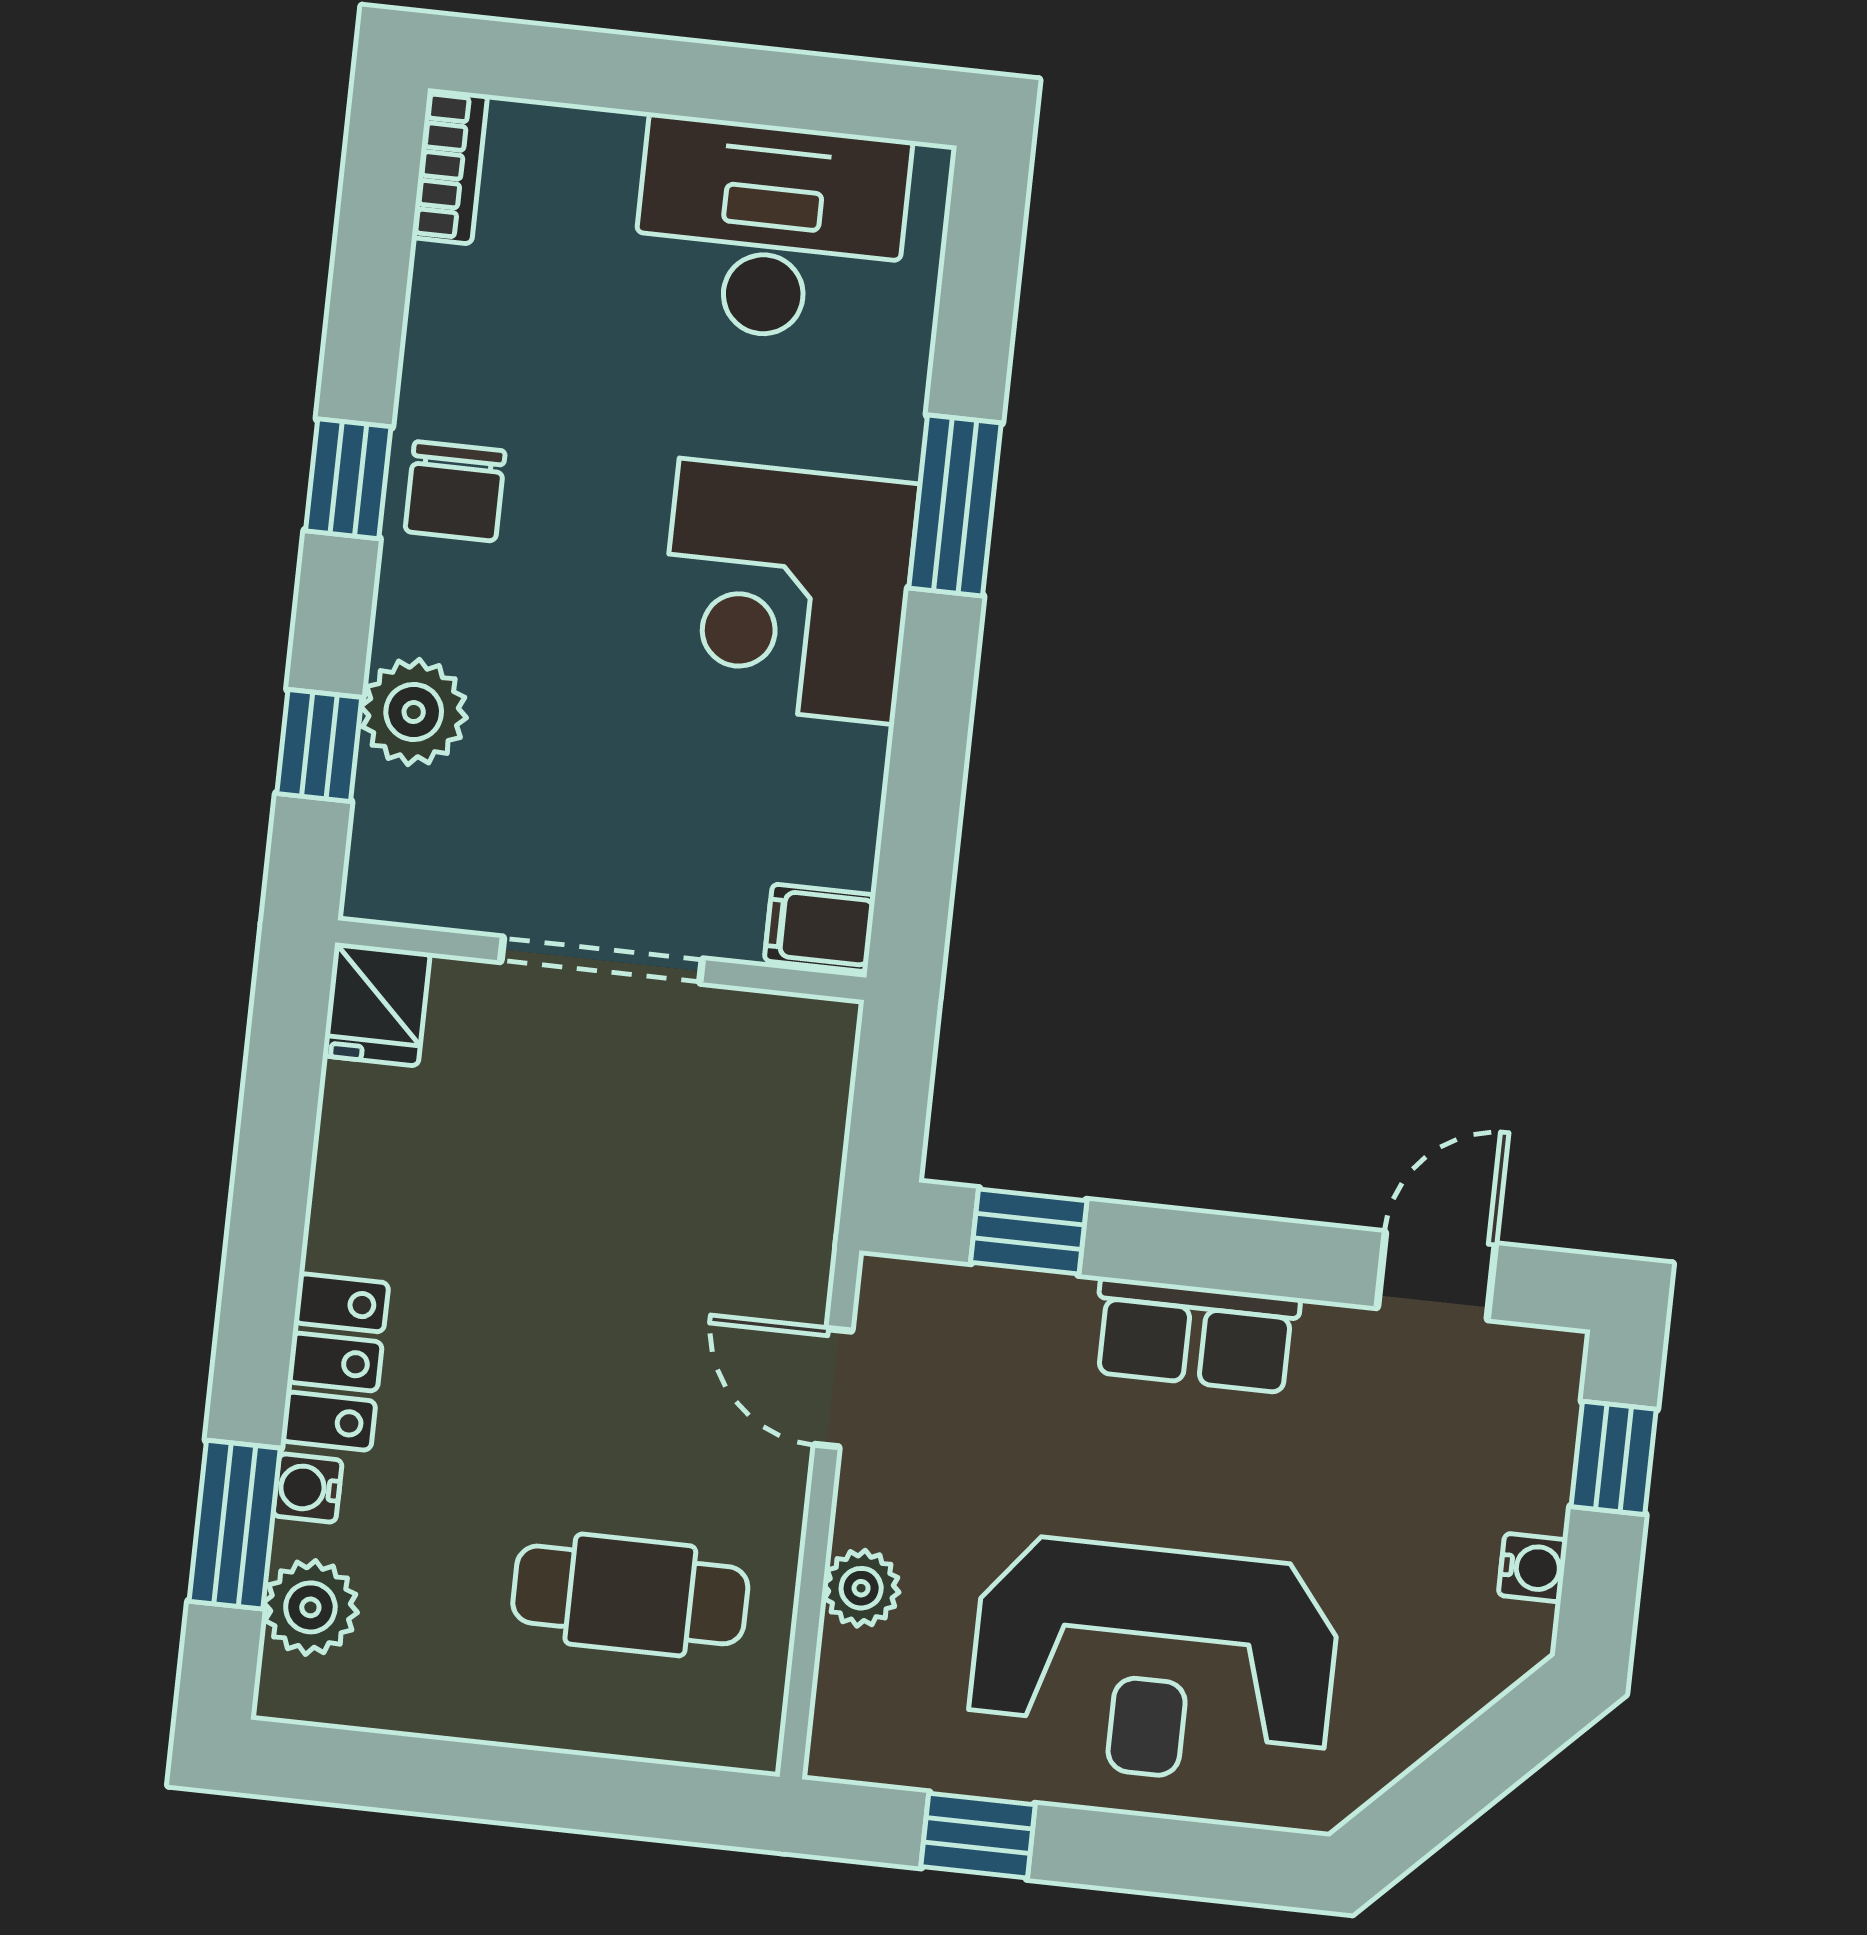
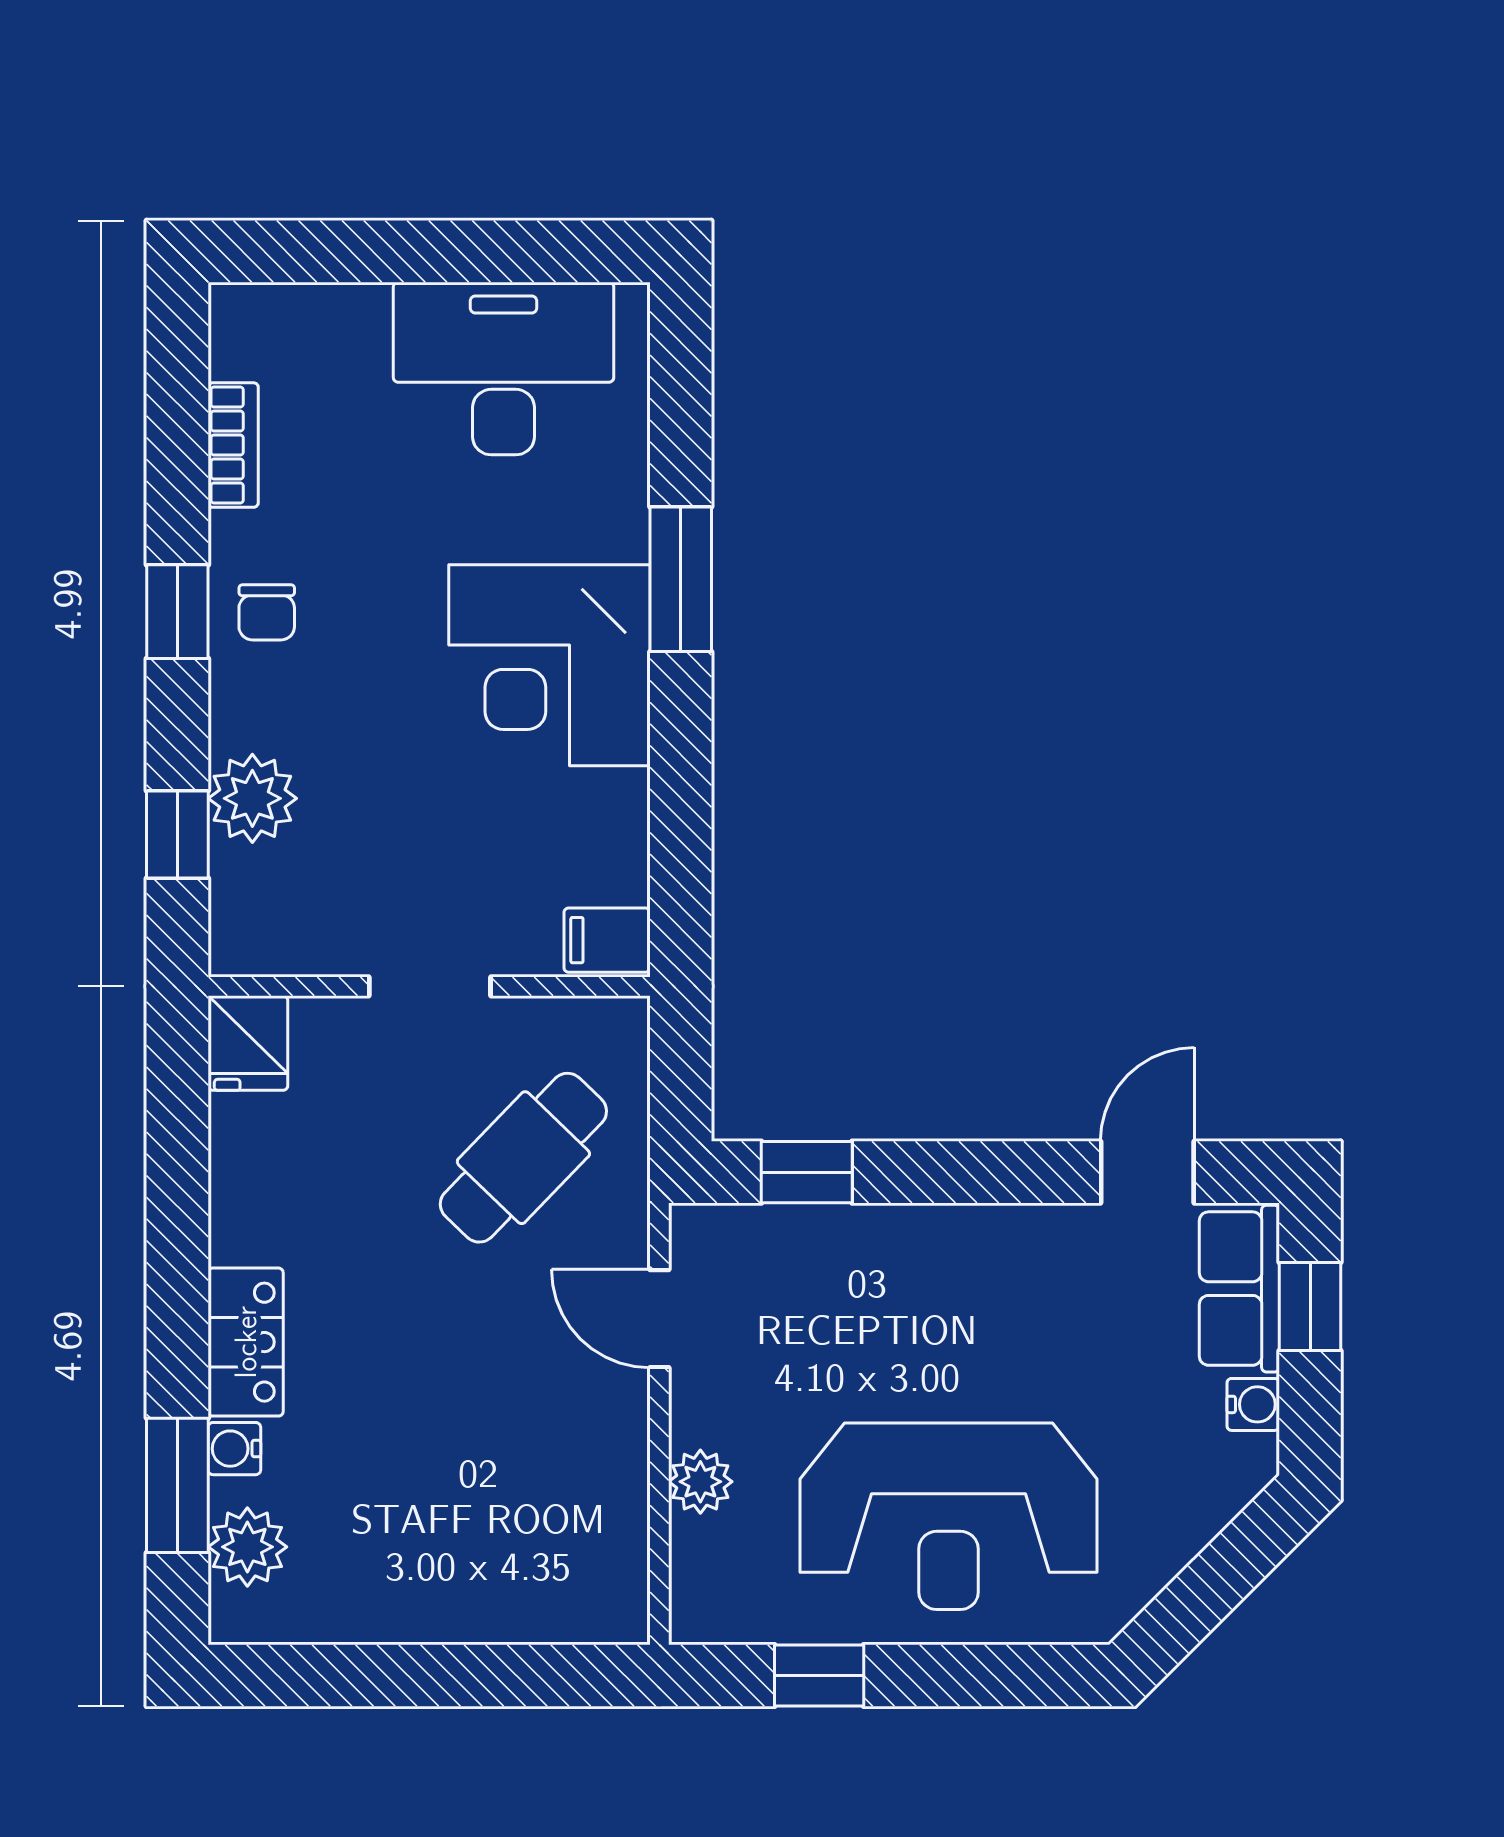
bookcase: (450, 166) -> (233, 445), moved
chair: (455, 491) -> (267, 612), width x0.73, depth x0.73
doorway: (602, 960) -> (430, 986), width x0.73
row of seats: (1196, 1335) -> (1239, 1289), moved, turned 90
cafe table: (630, 1595) -> (523, 1158), moved, turned -46

